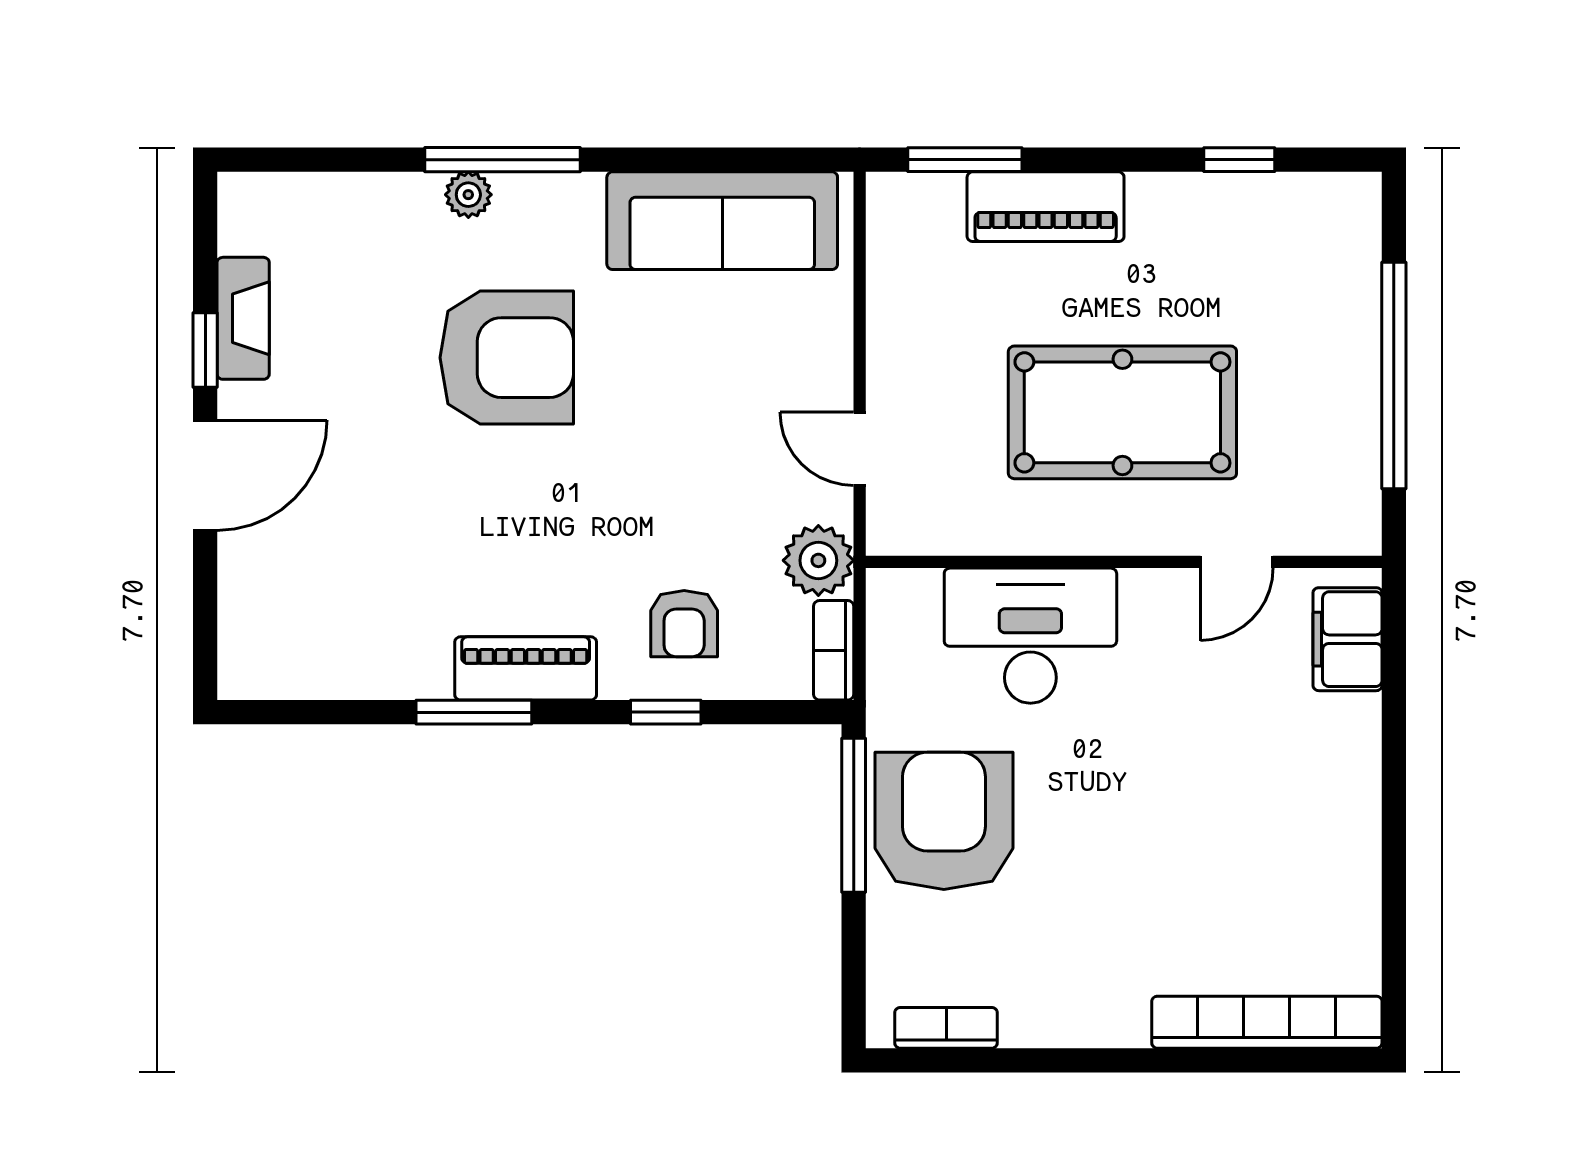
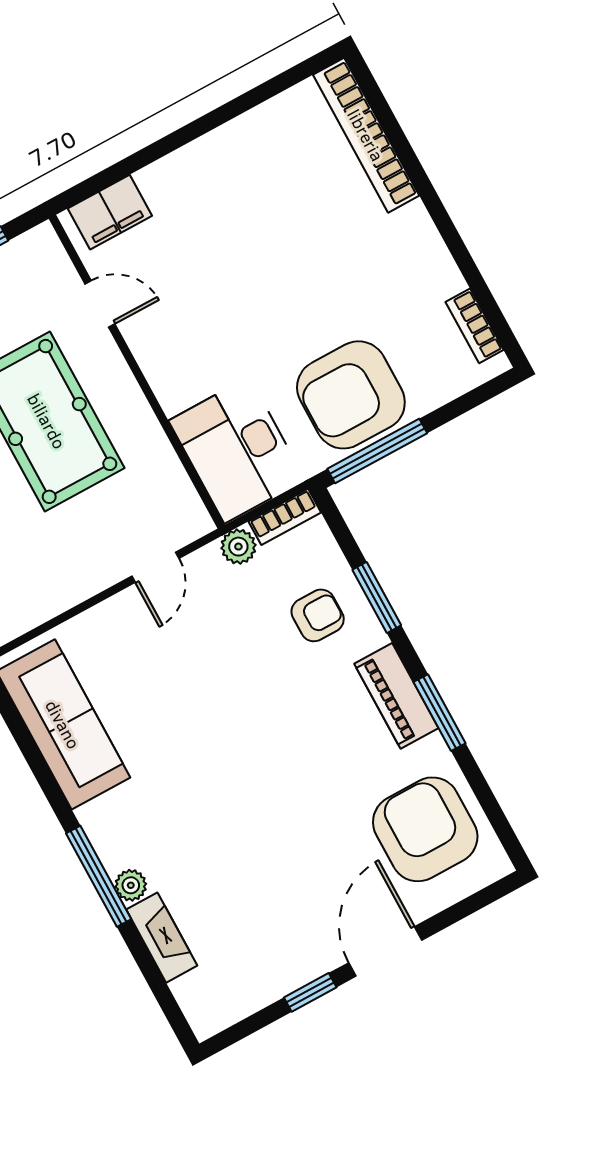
fireplace: (243, 318) -> (162, 938), moved, turned 90
armchair: (507, 358) -> (425, 829), moved
door: (205, 475) -> (385, 951), hinge flipped
plant: (818, 560) -> (238, 547), width x0.73, depth x0.73
desk: (1030, 636) -> (237, 450), moved
window: (666, 712) -> (377, 597), width x1.50

